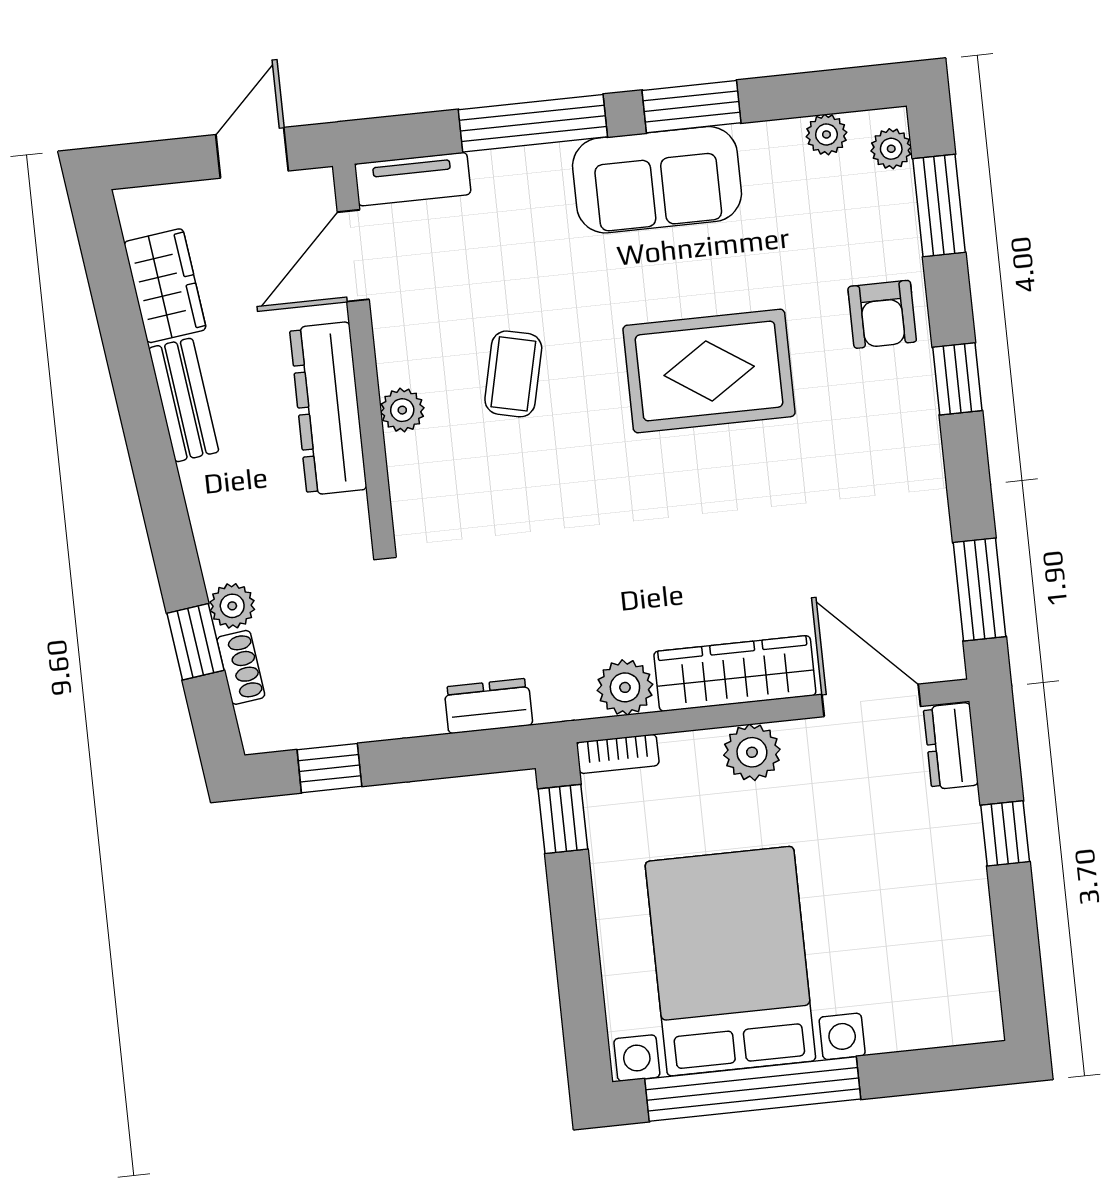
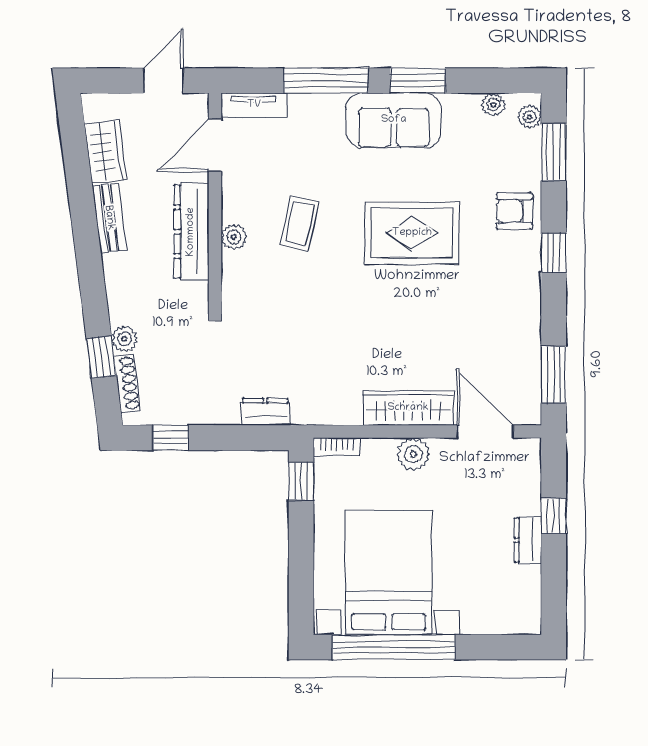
armchair: (882, 314) -> (514, 211), turned 90
shoe rack: (241, 667) -> (127, 383), width x1.43
plant: (625, 687) -> (345, 409), removed
dresser: (951, 746) -> (528, 540), moved

